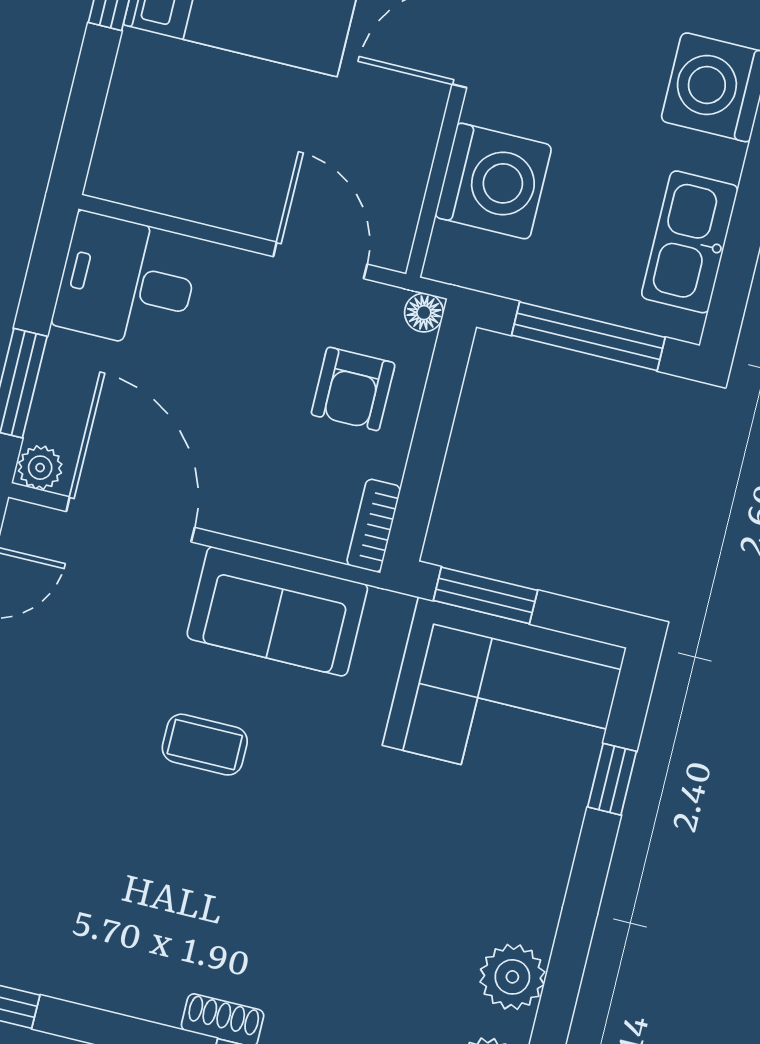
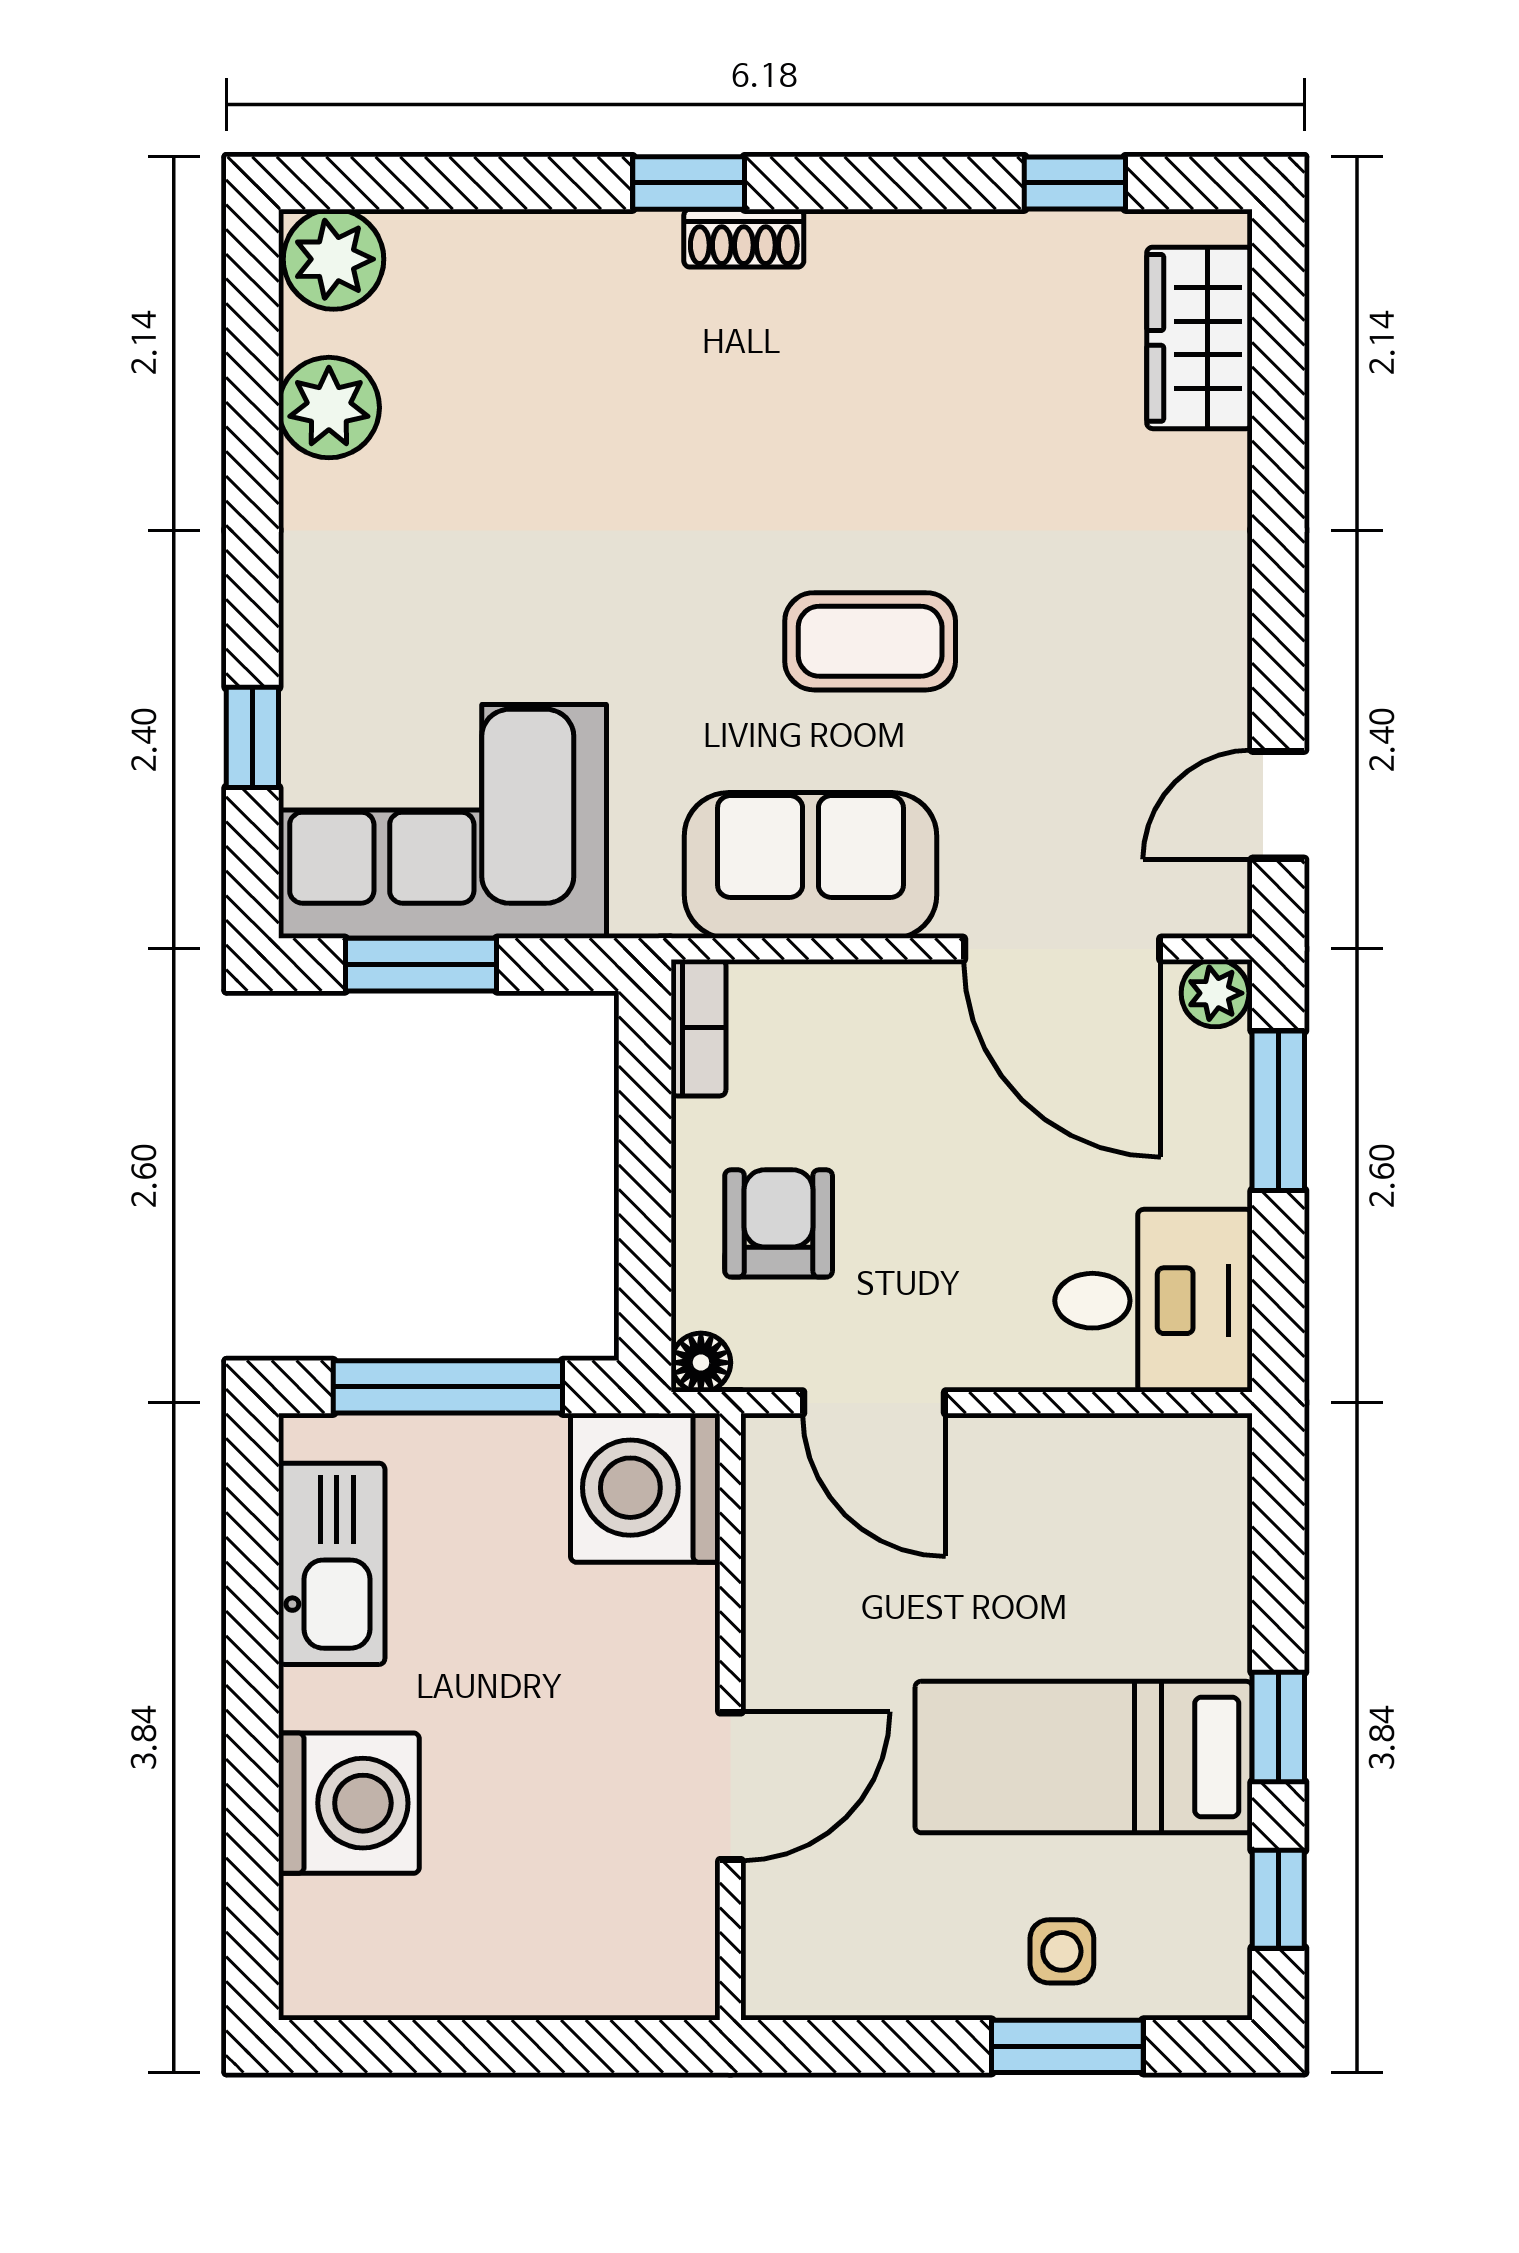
washing machine: (493, 181) -> (645, 1488), moved
window: (485, 595) -> (421, 965), moved
coffee table: (205, 745) -> (870, 641), width x1.36, depth x1.30

